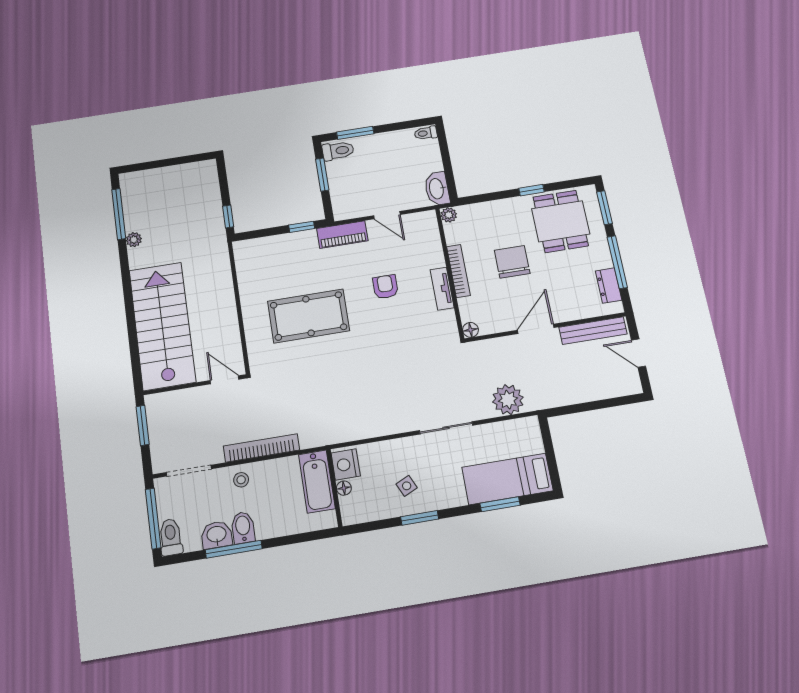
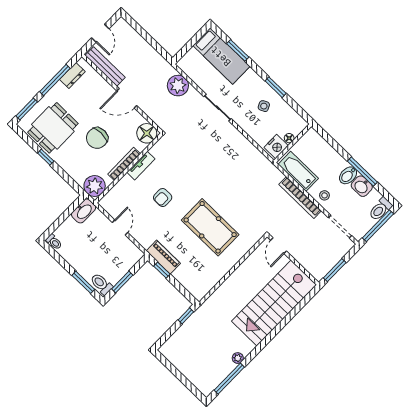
plant: (449, 215) -> (95, 186), width x1.87, depth x1.87
piano: (342, 235) -> (163, 257), moved
floor lamp: (471, 330) -> (147, 133), width x1.89, depth x1.89
bathtub: (317, 481) -> (298, 171), moved, turned -90

